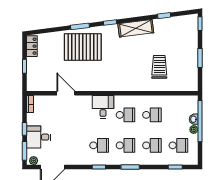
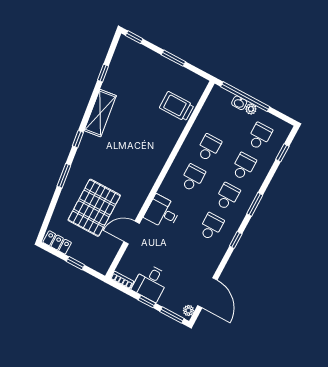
pallet: (83, 47) -> (94, 208), moved
trolley: (159, 67) -> (177, 106), moved
desk: (103, 107) -> (162, 212), moved
desk: (39, 137) -> (151, 283), moved

